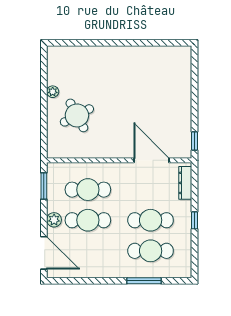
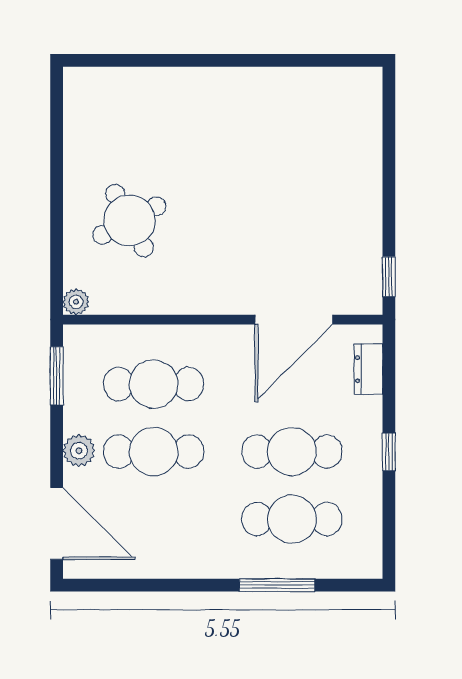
plant: (53, 92) -> (76, 302), moved
door: (152, 160) -> (294, 320), swing flipped
dresser: (185, 183) -> (368, 369), width x0.70

